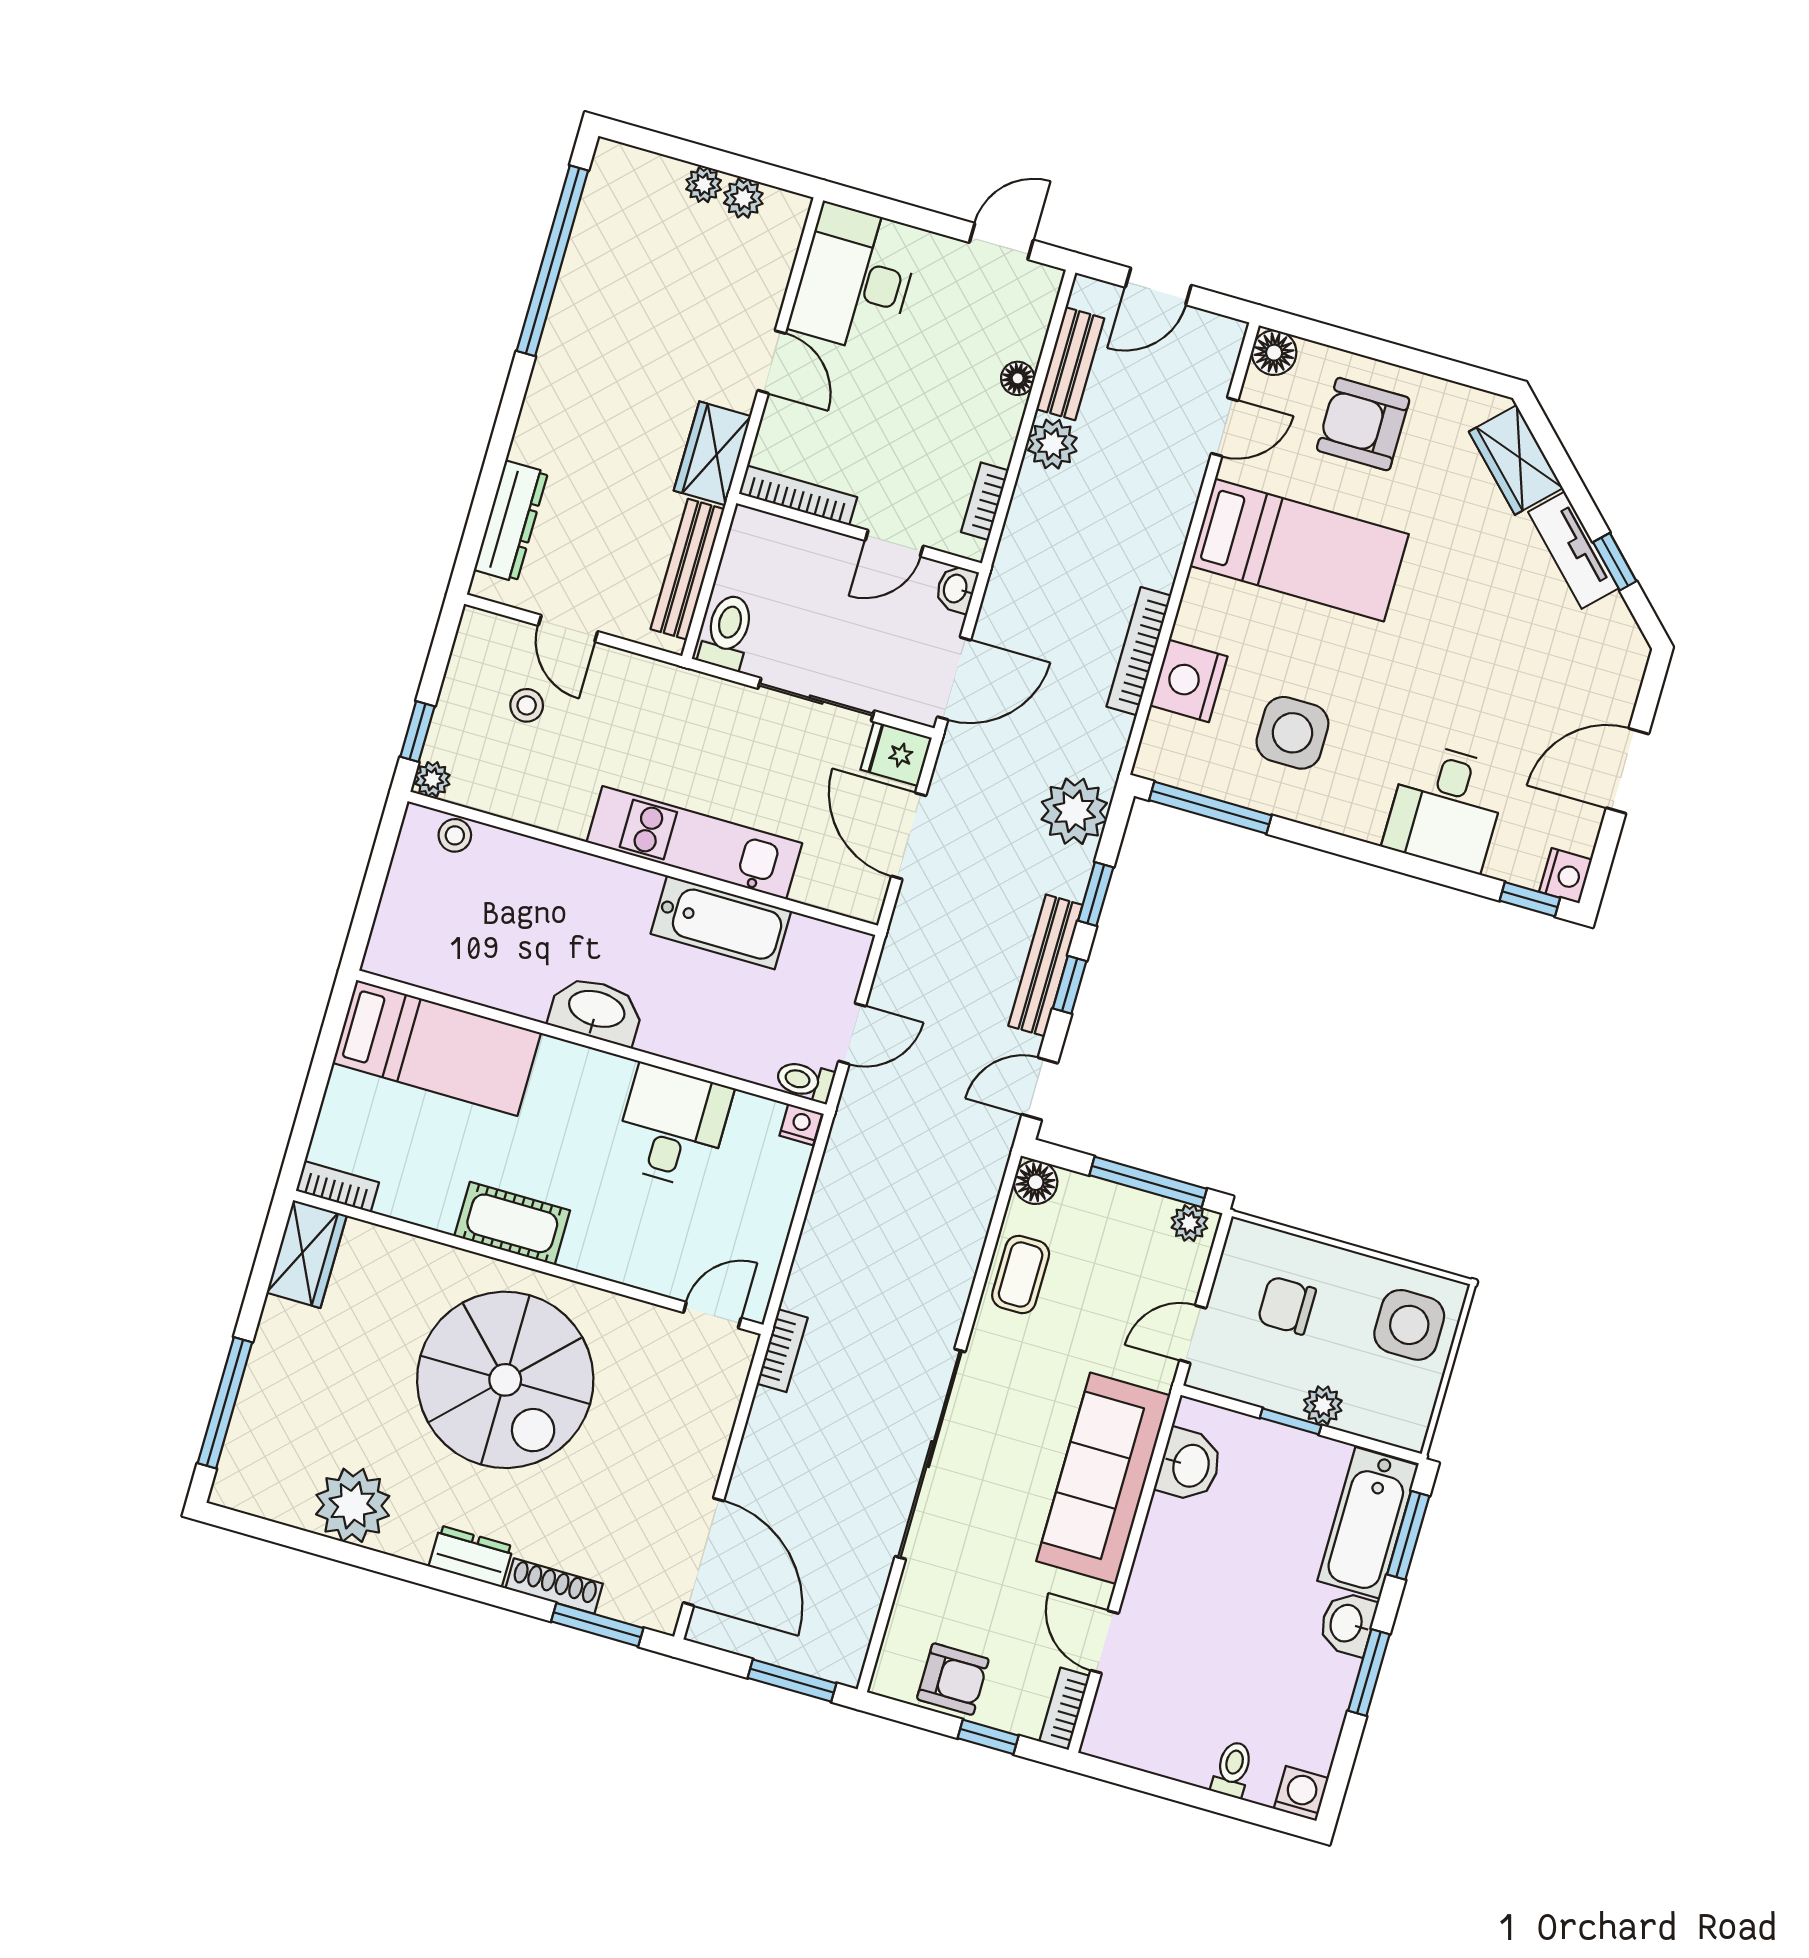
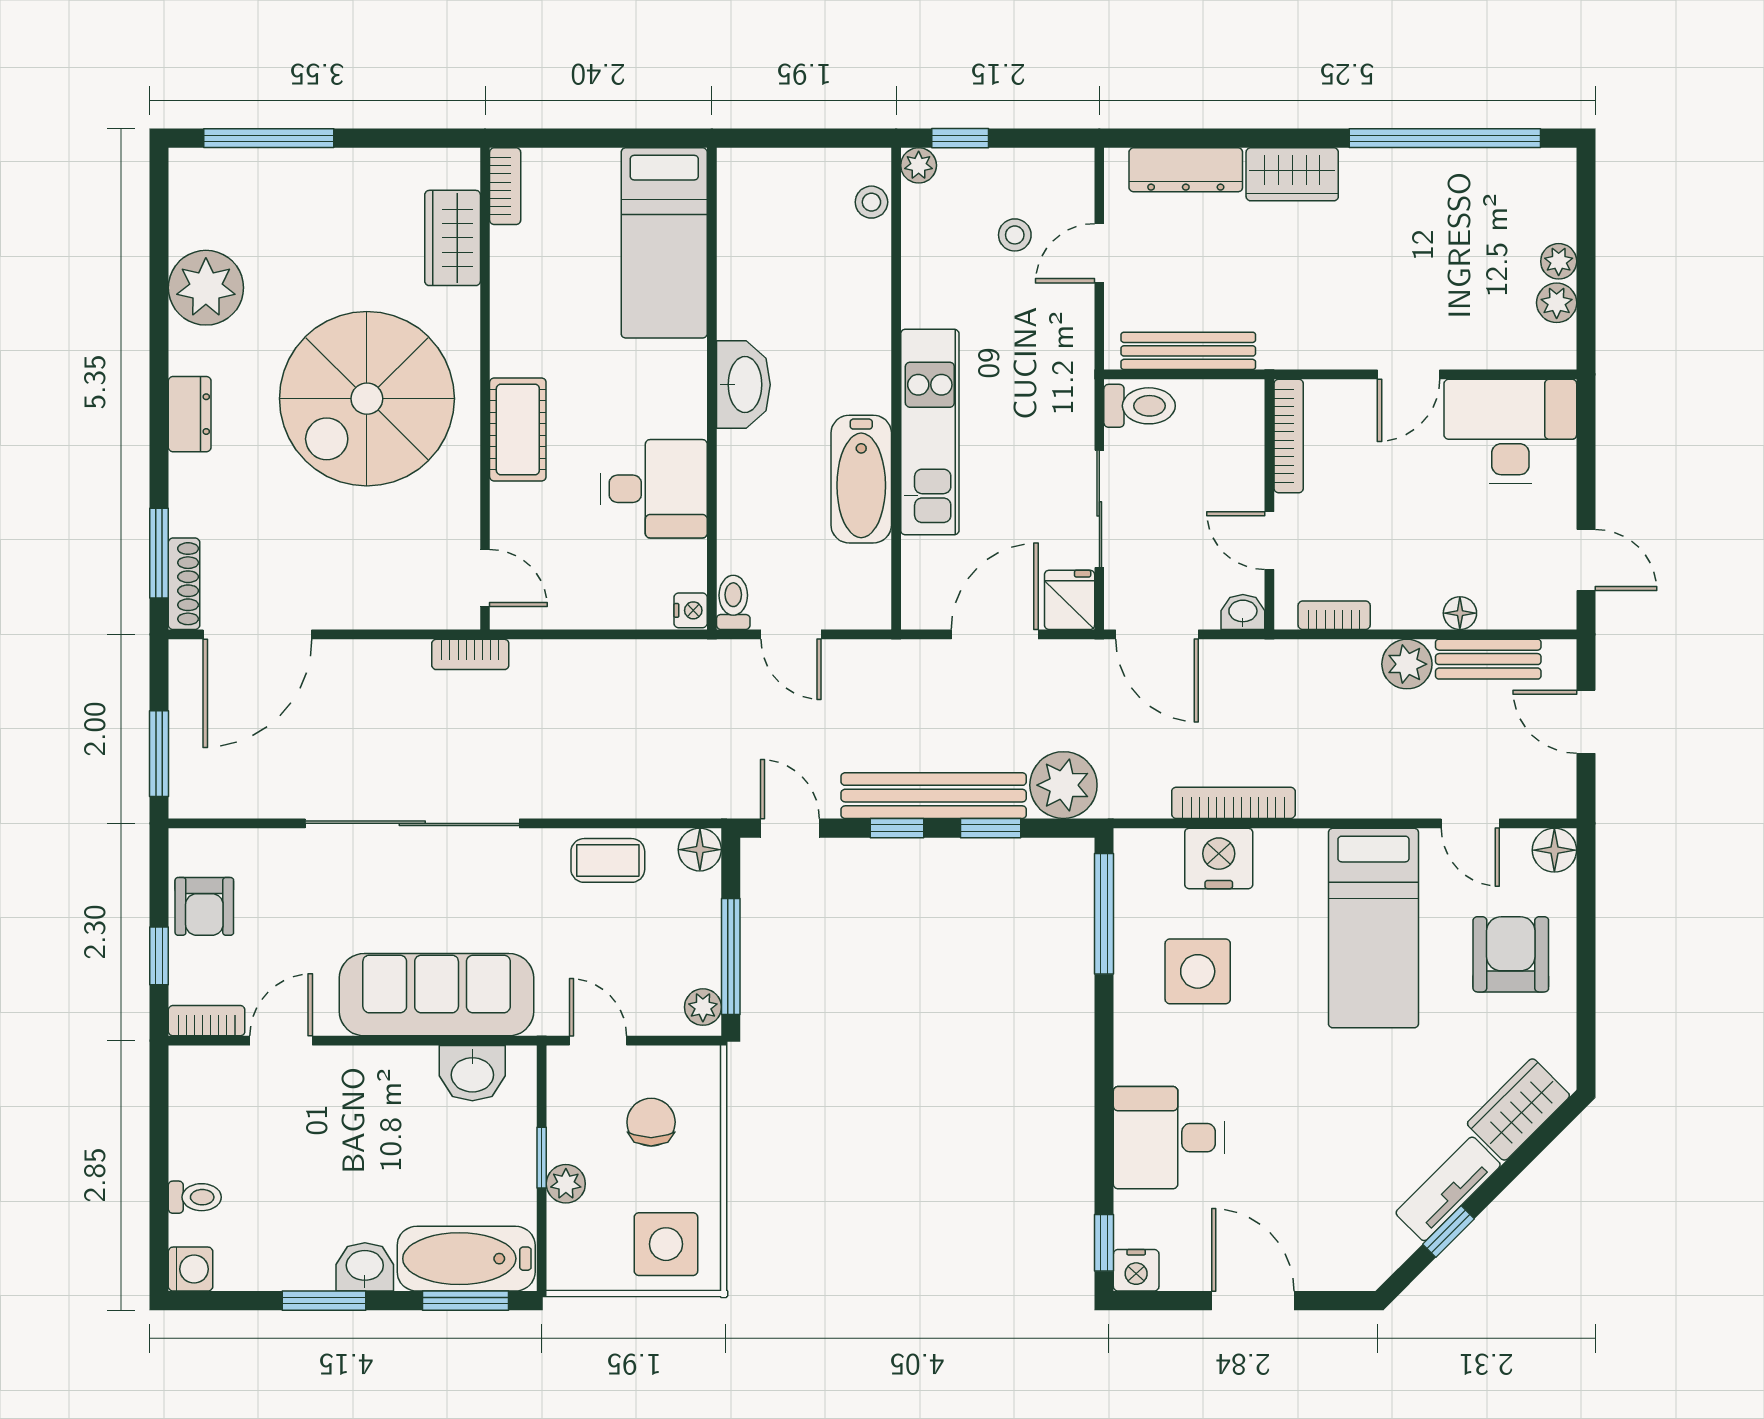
wardrobe: (712, 453) -> (1292, 174), moved, turned 180
bench: (1045, 965) -> (934, 796), width x1.37, depth x1.21
cot: (512, 1223) -> (518, 429), moved
wardrobe: (307, 1254) -> (453, 238), moved, turned 90
shoe rack: (554, 1586) -> (184, 584), moved

